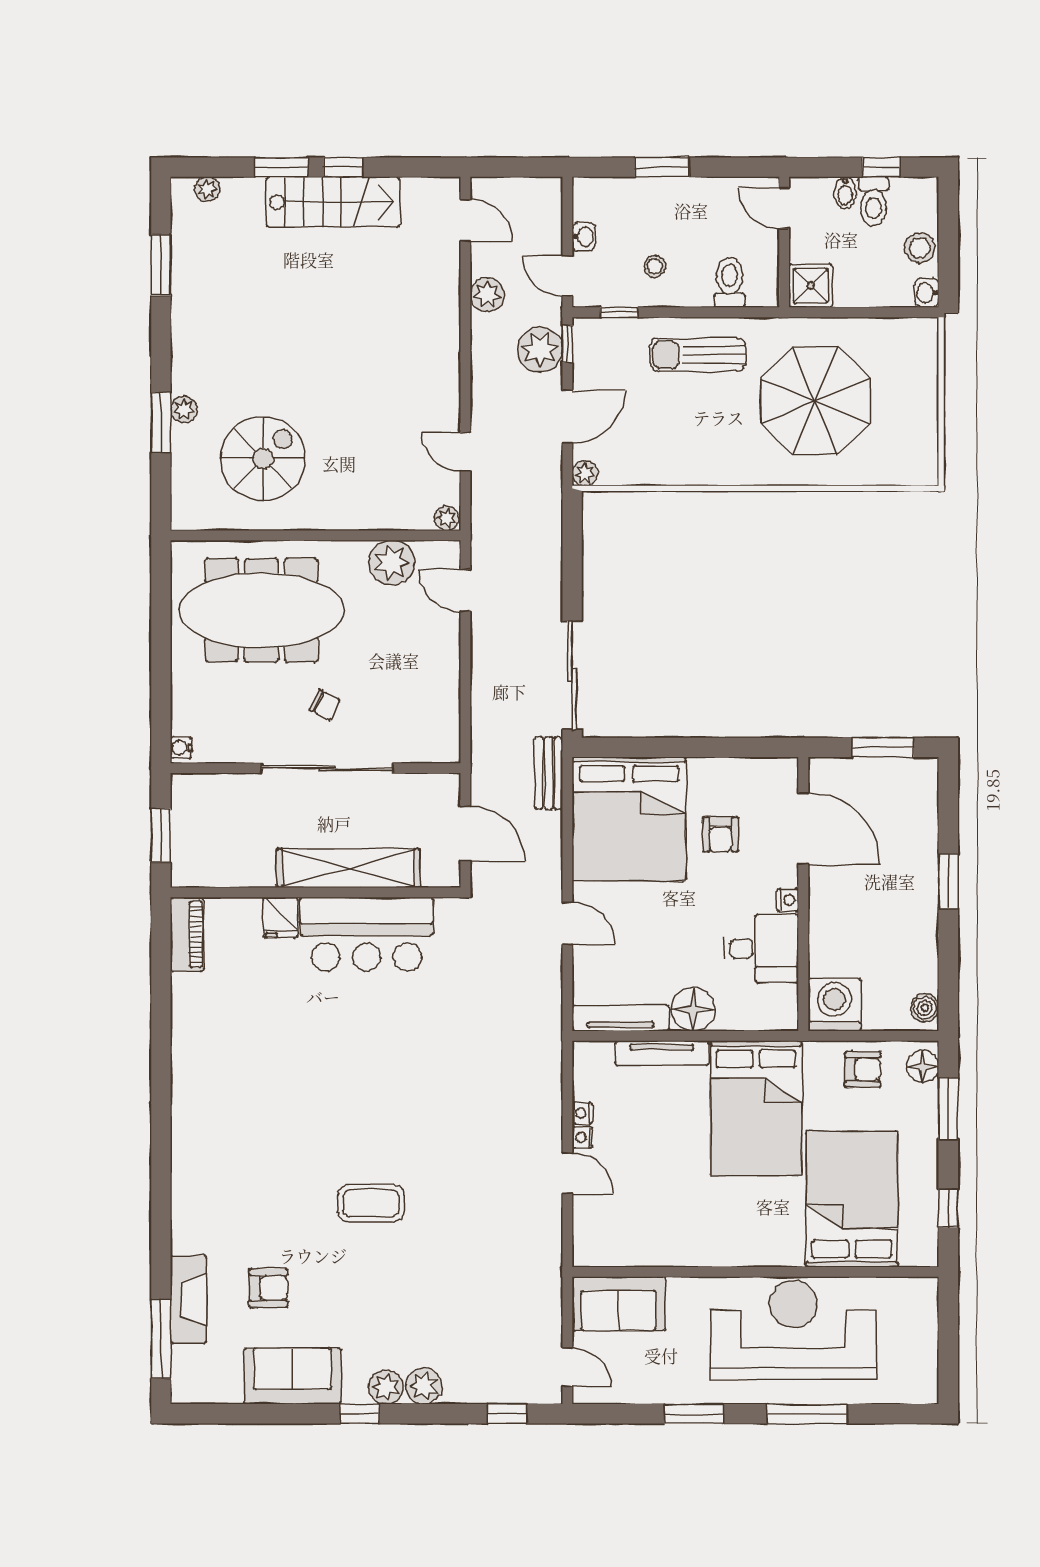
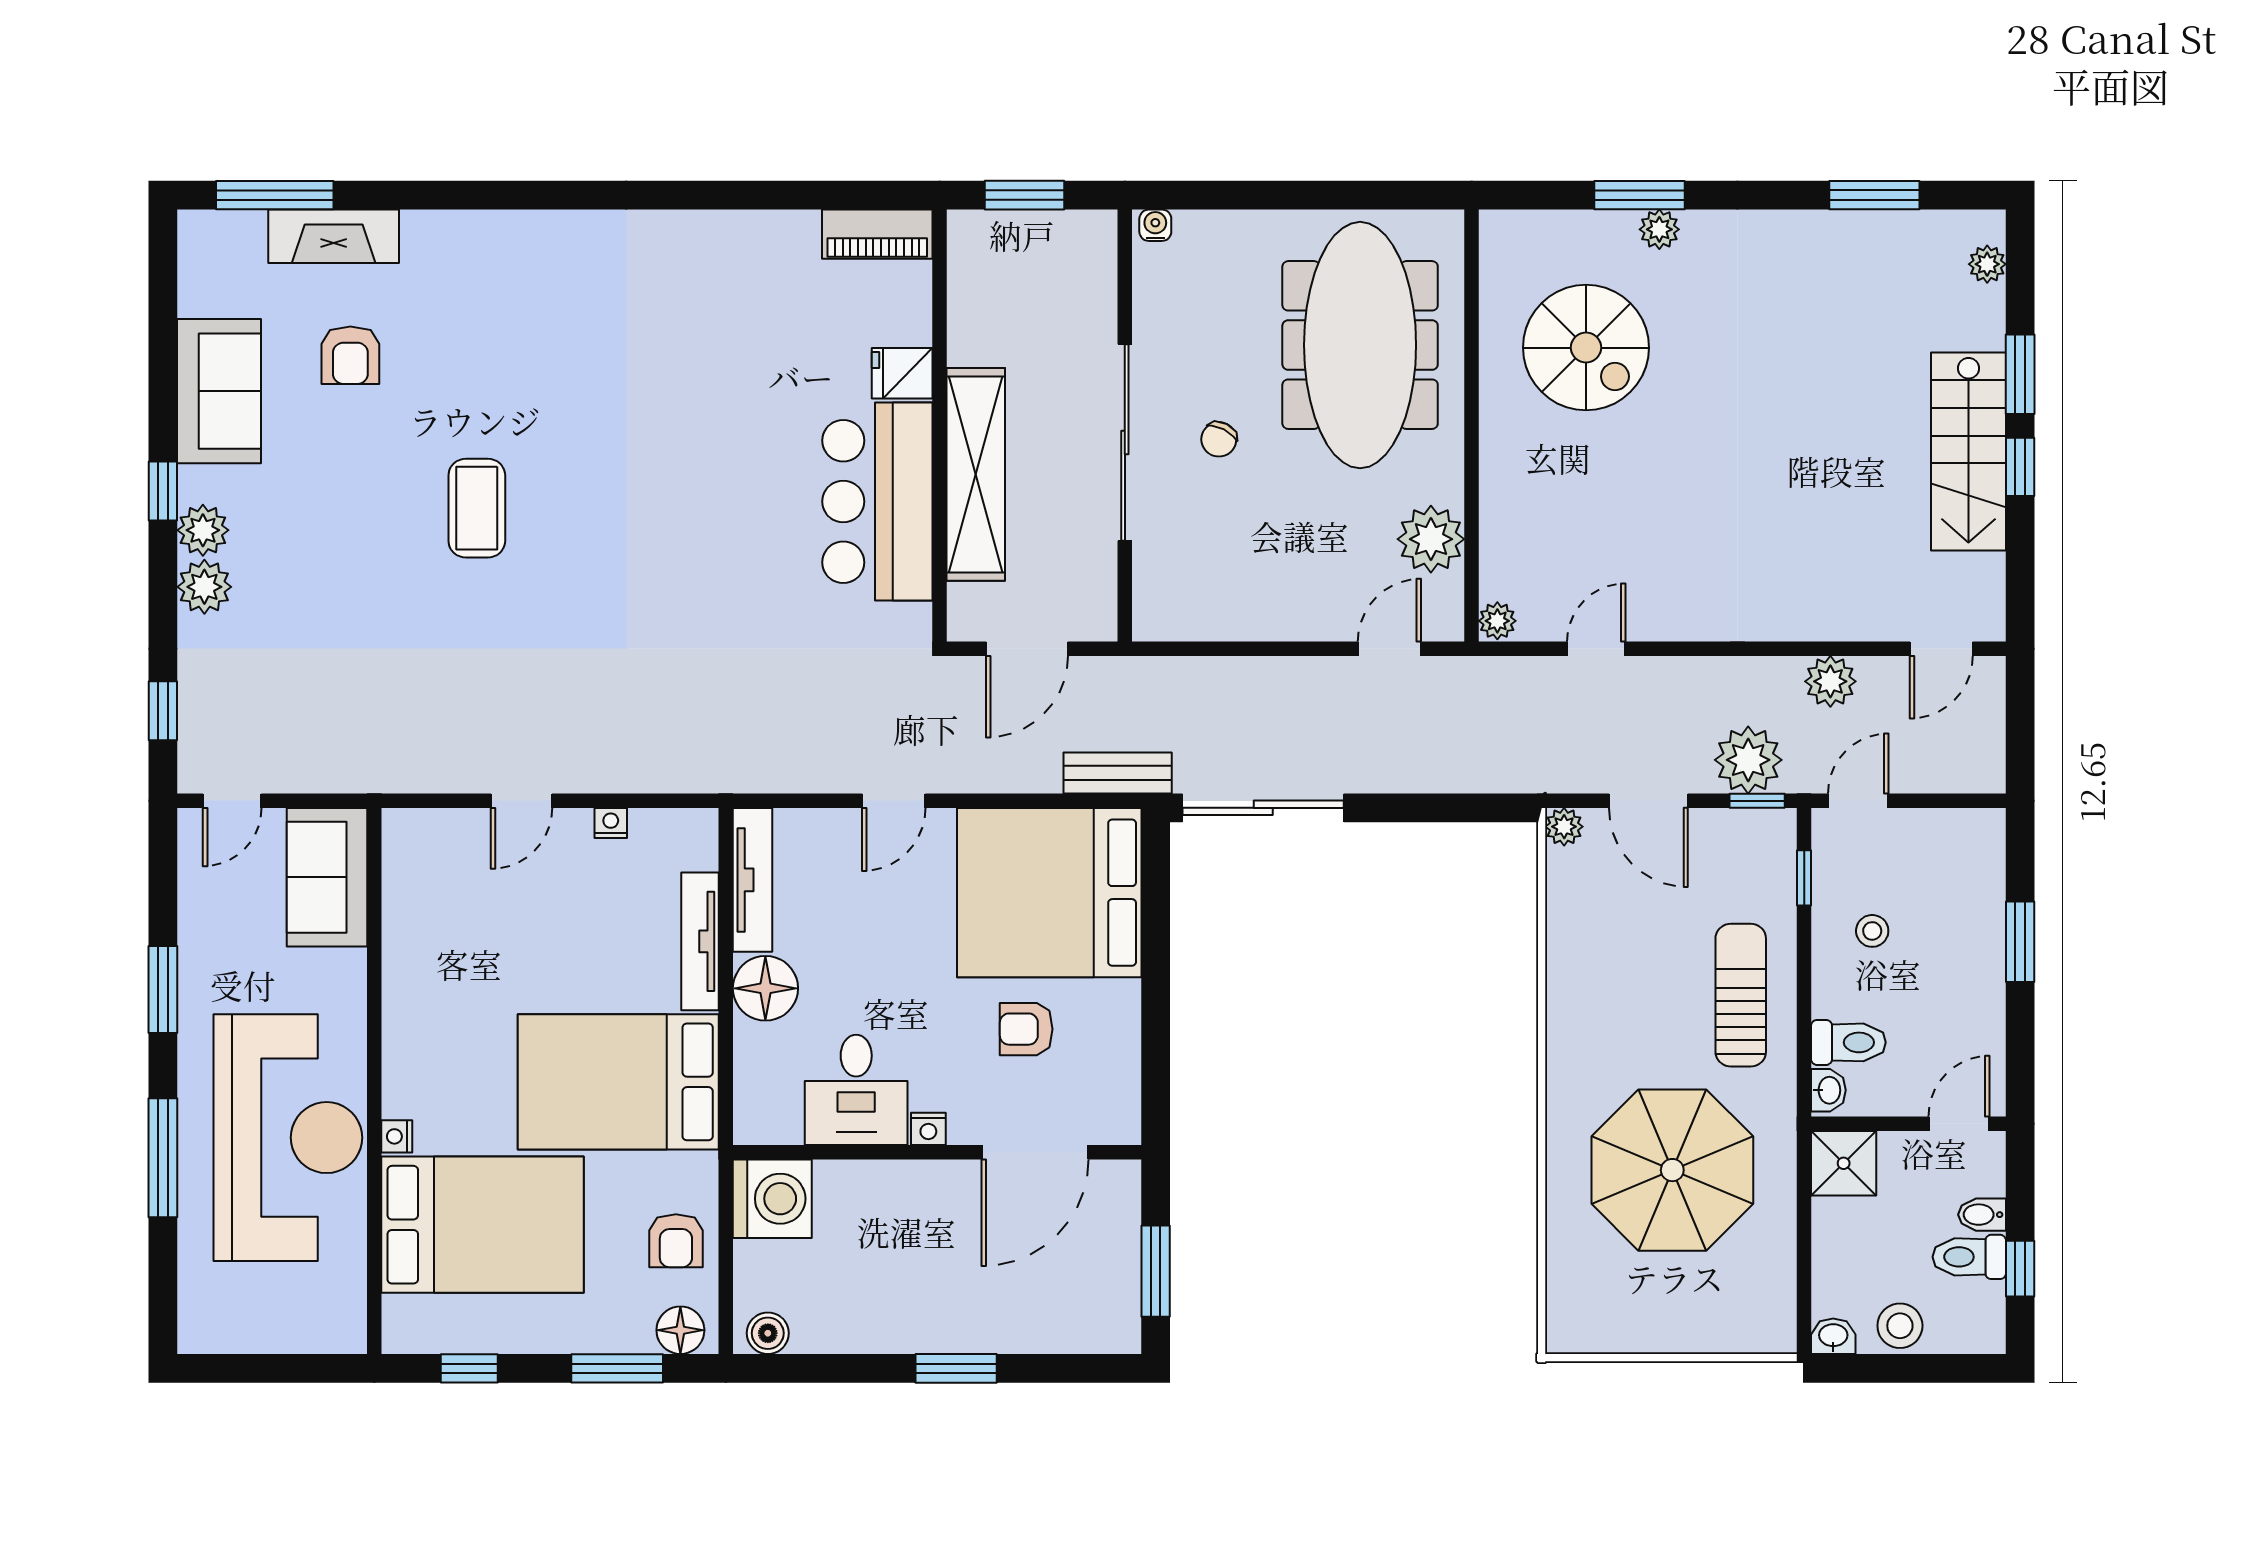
washbasin: (584, 237) -> (1828, 1090), moved, turned -90
nightstand: (582, 1137) -> (397, 1136), moved, turned -90

